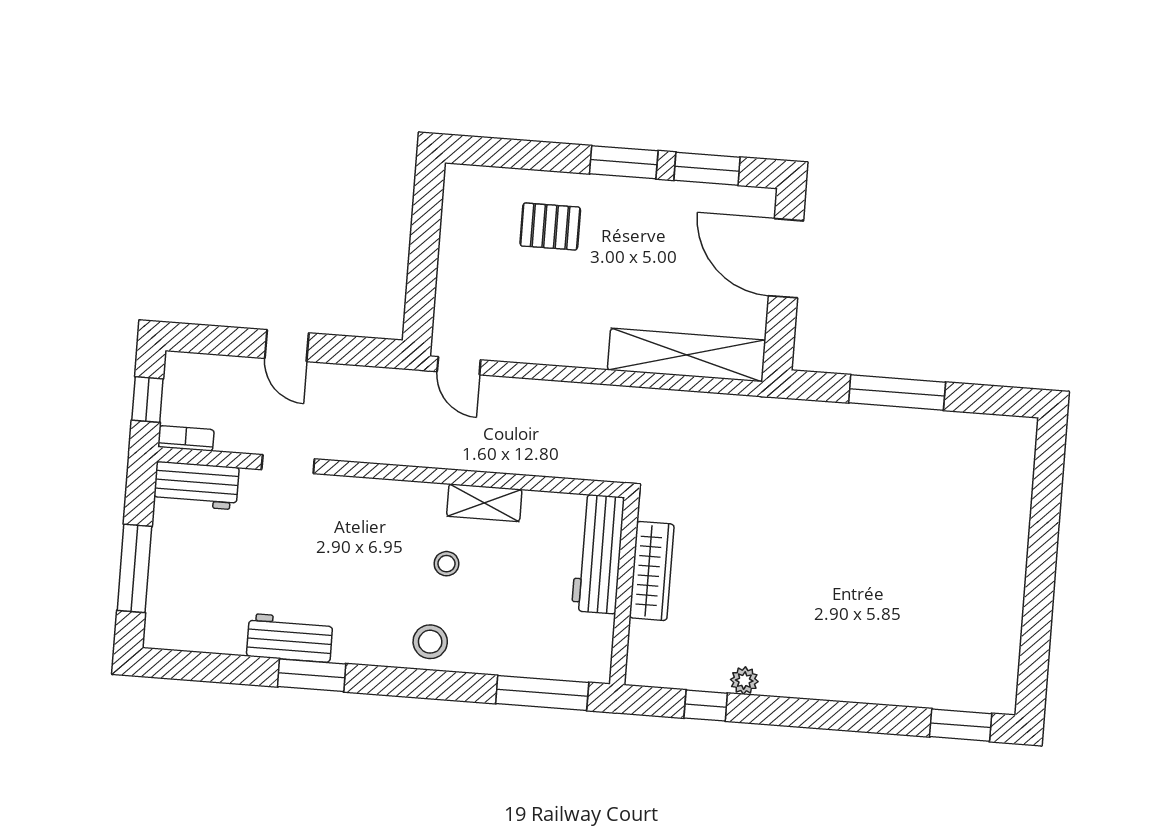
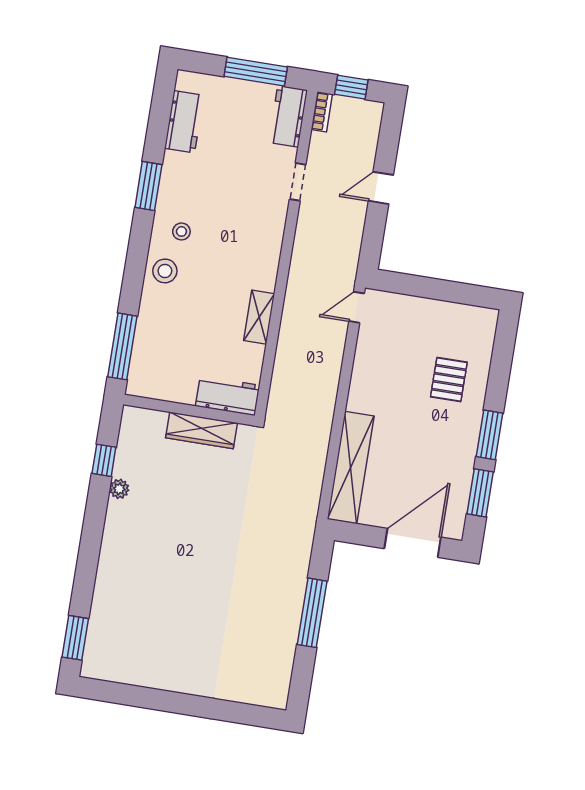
workbench: (598, 554) -> (228, 396), width x0.73
stool: (446, 564) -> (181, 231), moved
window: (134, 568) -> (256, 72), moved
workbench: (290, 638) -> (184, 122), moved

